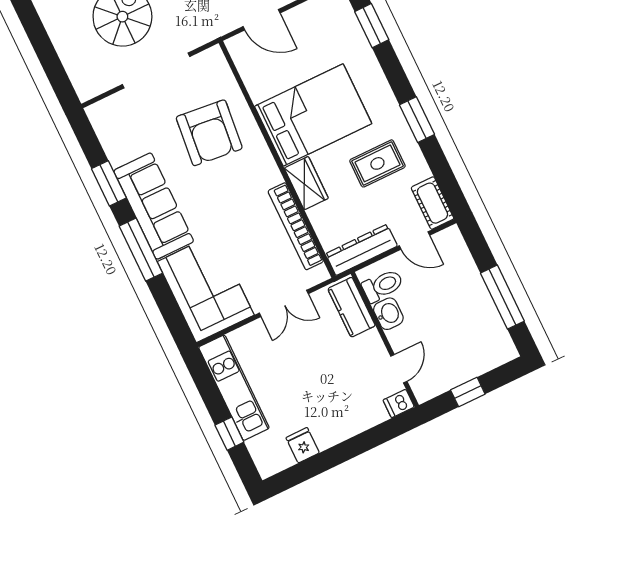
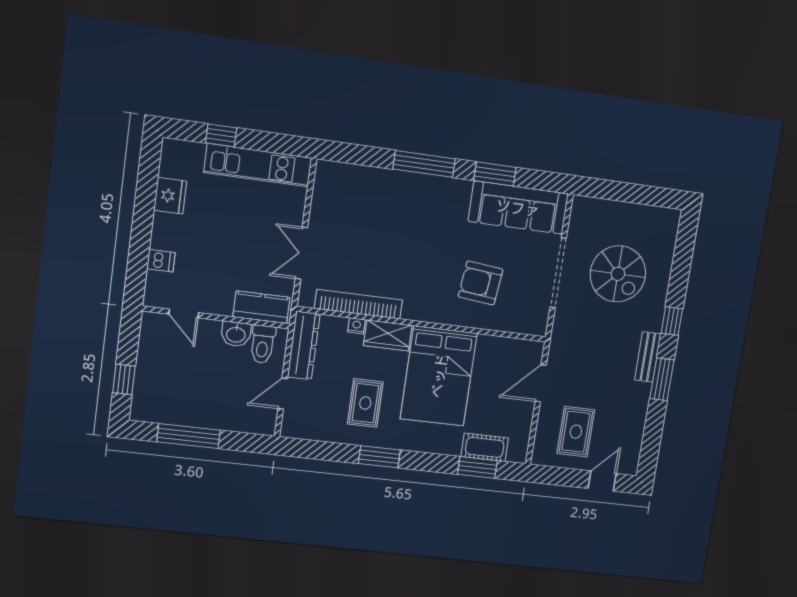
armchair: (209, 133) -> (481, 283), width x0.73, depth x0.73
cot: (432, 203) -> (485, 447), moved
sofa: (154, 206) -> (518, 208), moved
nightstand: (315, 216) -> (356, 326), added
corner sofa: (206, 288) -> (357, 197), removed
window: (468, 392) -> (124, 379), moved
dishwasher: (399, 403) -> (161, 261), moved, turned 90
fridge: (303, 445) -> (170, 196), width x1.38

